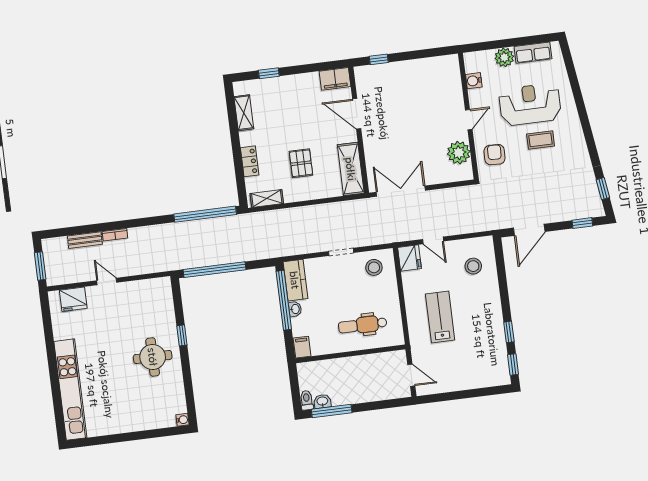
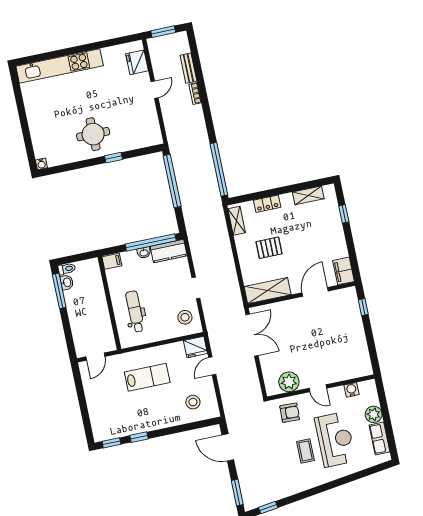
window: (582, 223) -> (237, 493), width x1.50

